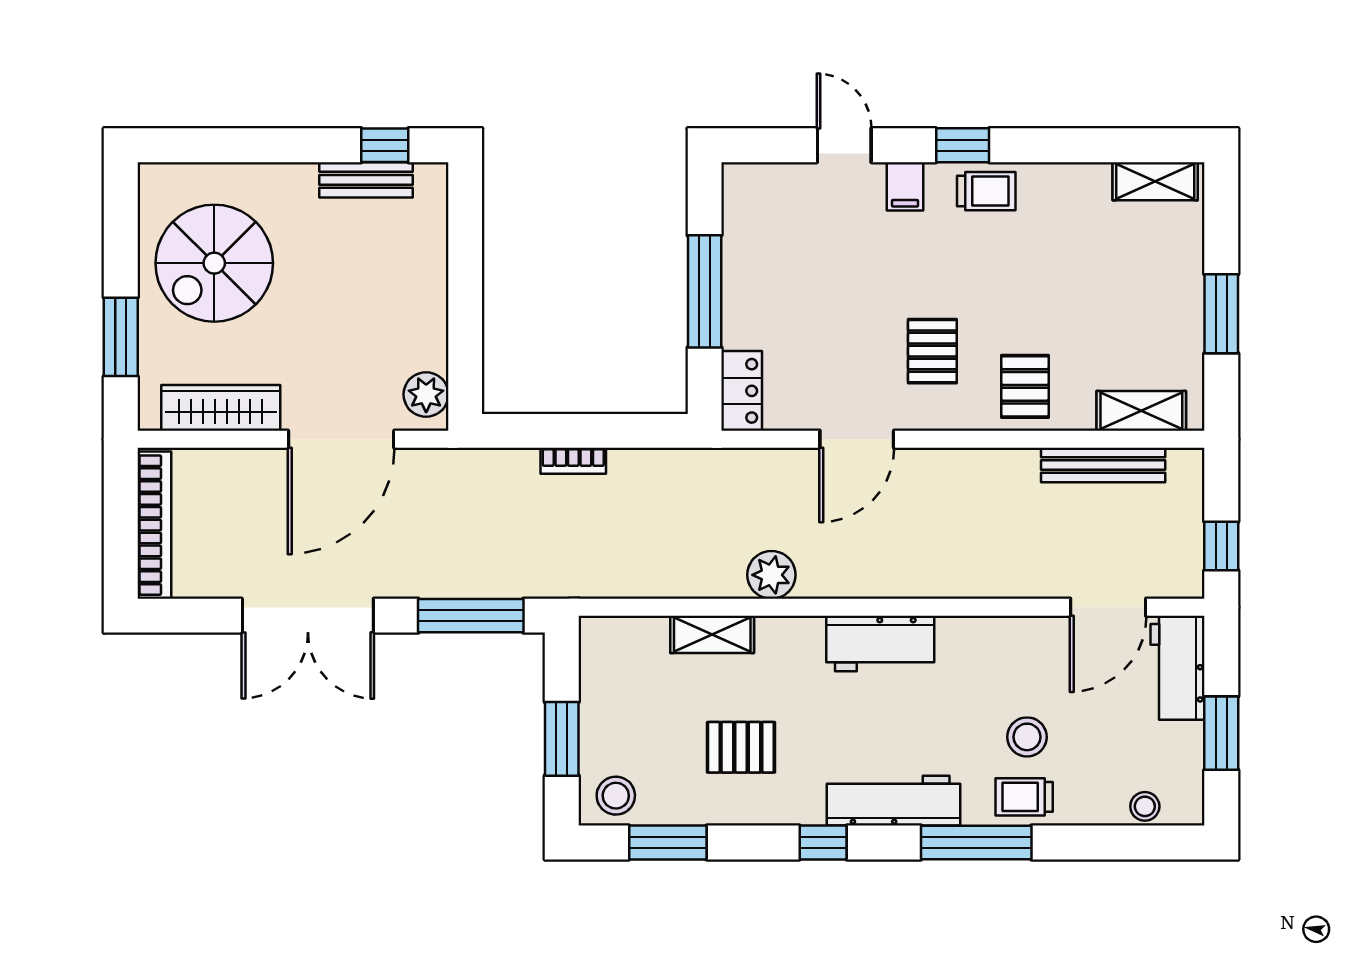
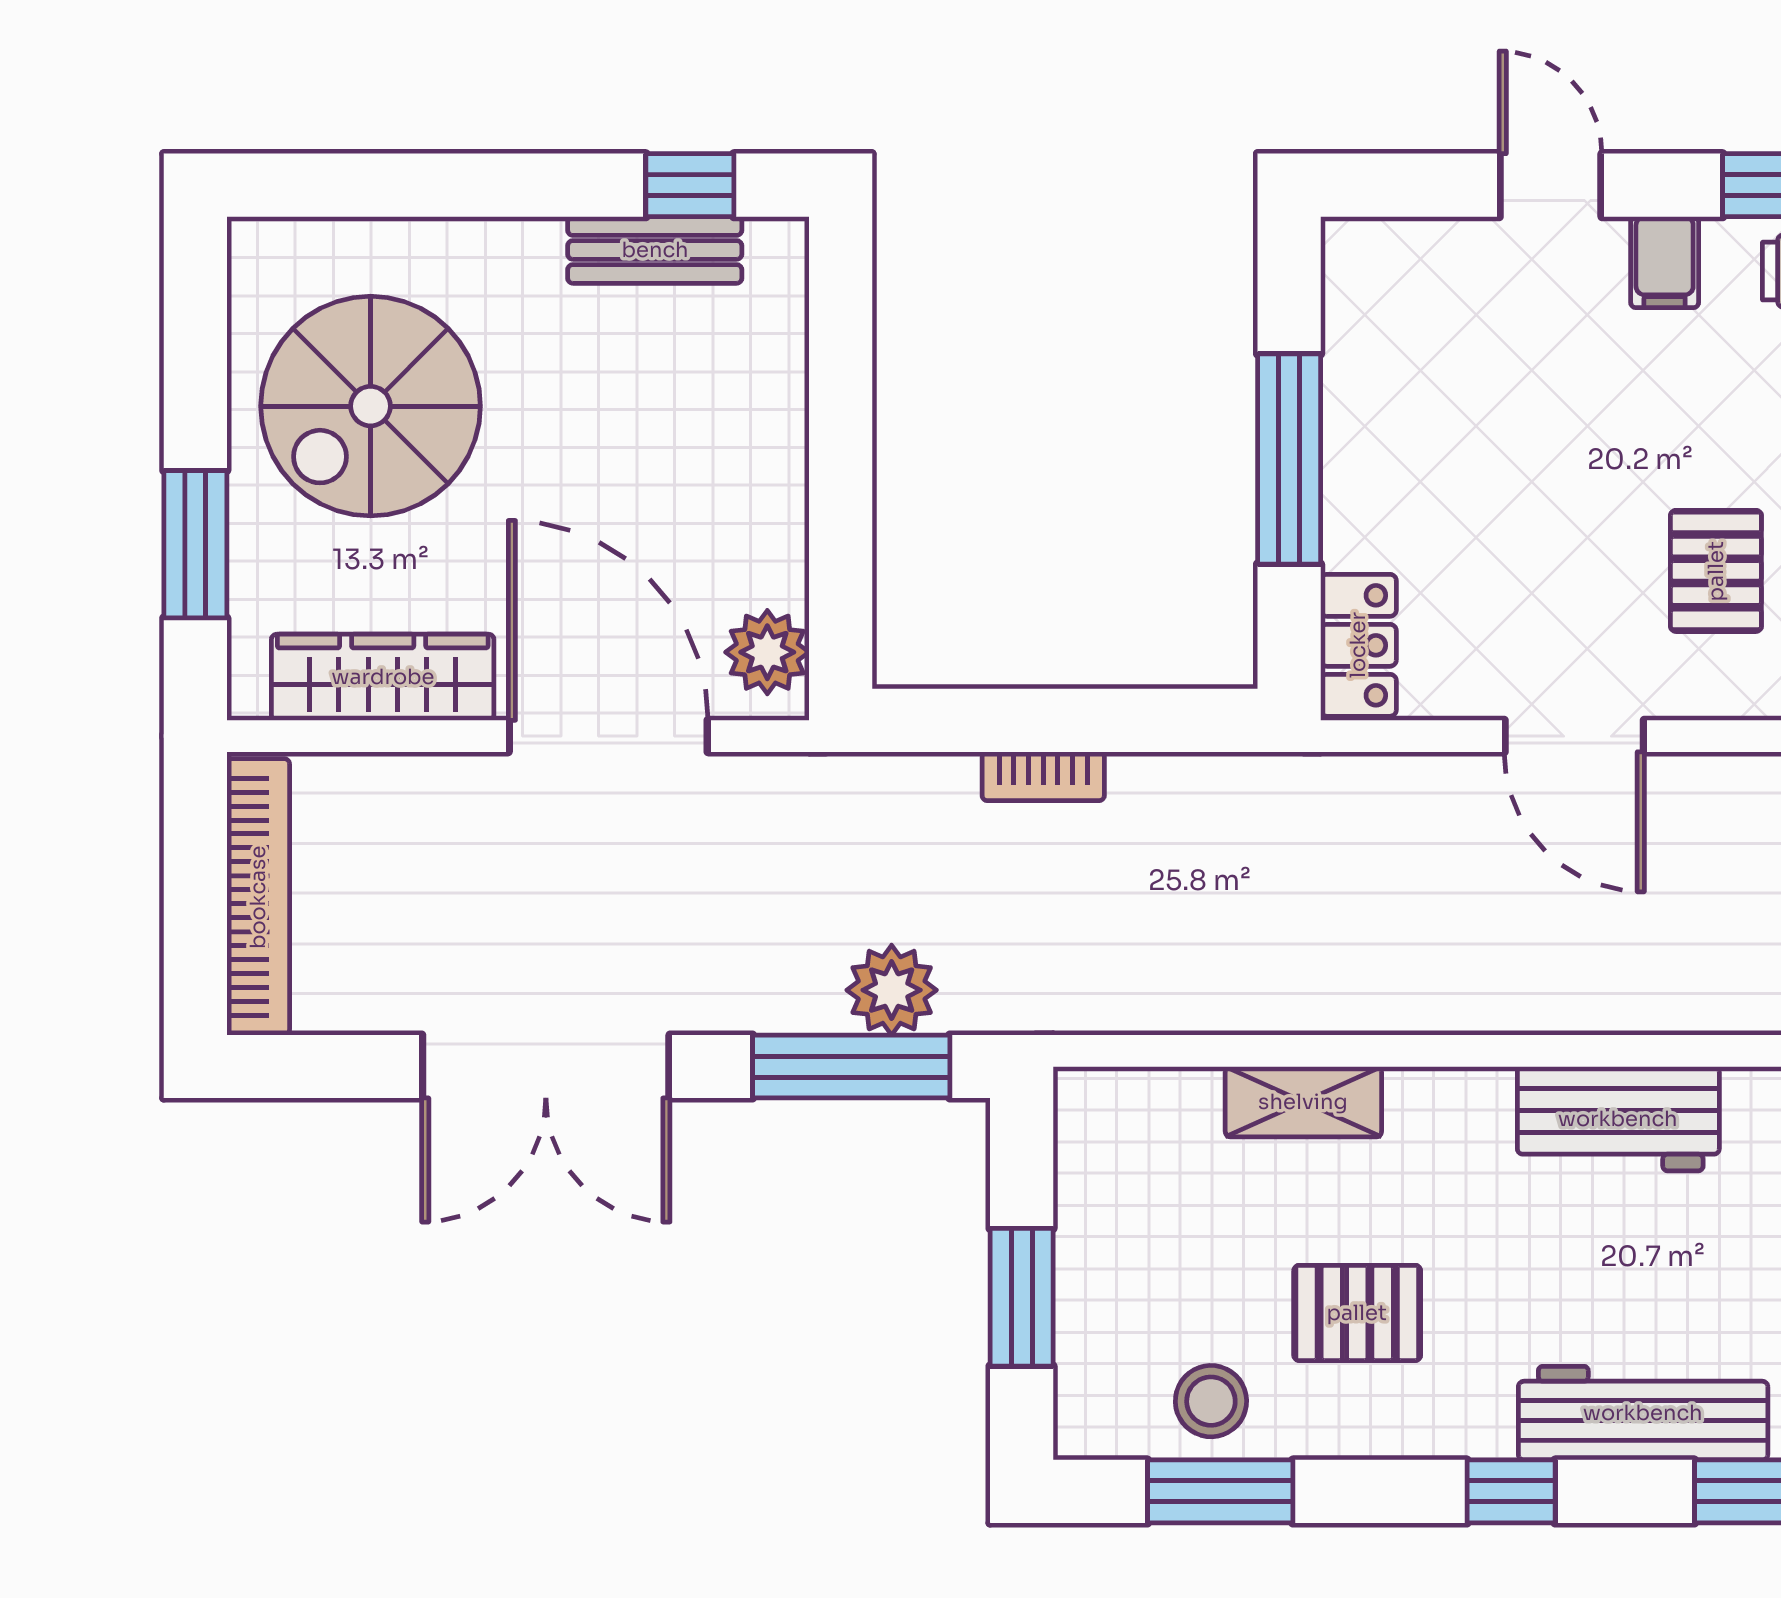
door: (341, 439) -> (608, 736), swing flipped
door: (857, 439) -> (1574, 736), hinge flipped
plant: (771, 575) -> (892, 990), moved
stool: (616, 796) -> (1211, 1401), moved

